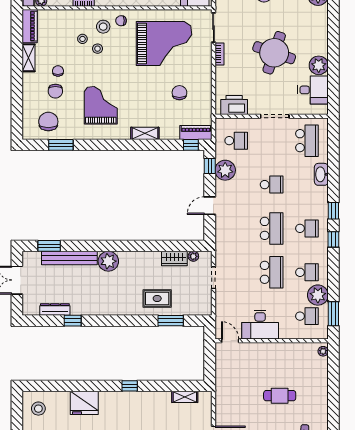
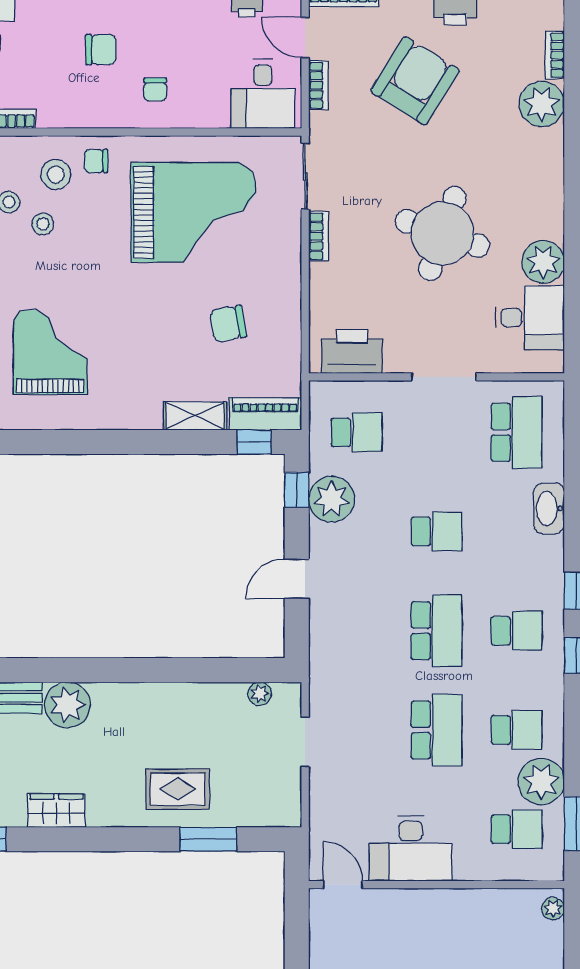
chair: (179, 93) -> (228, 324), turned -100
shelving: (145, 133) -> (195, 416), moved
wardrobe: (174, 259) -> (56, 811), moved, turned 180

